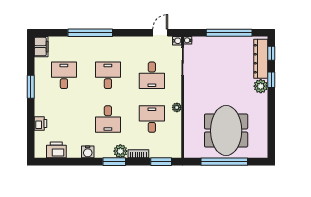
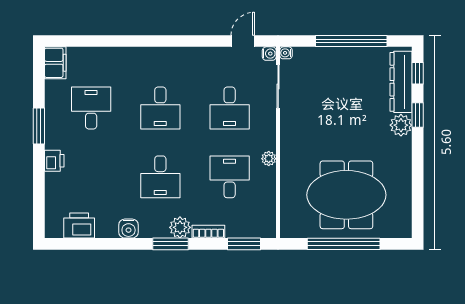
window: (90, 33) -> (133, 41), removed
desk: (108, 75) -> (160, 108), turned 180
printer: (41, 124) -> (54, 161), moved
meeting table: (226, 131) -> (346, 195), turned 90

